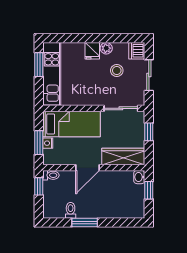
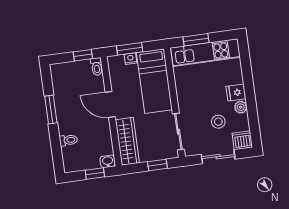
window: (39, 65) -> (196, 40), moved
toilet: (71, 210) -> (68, 140), moved

